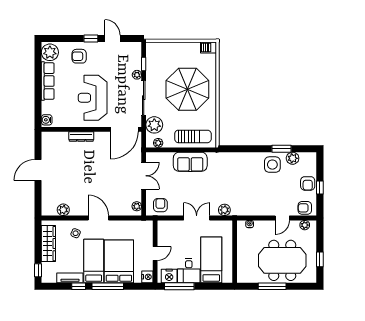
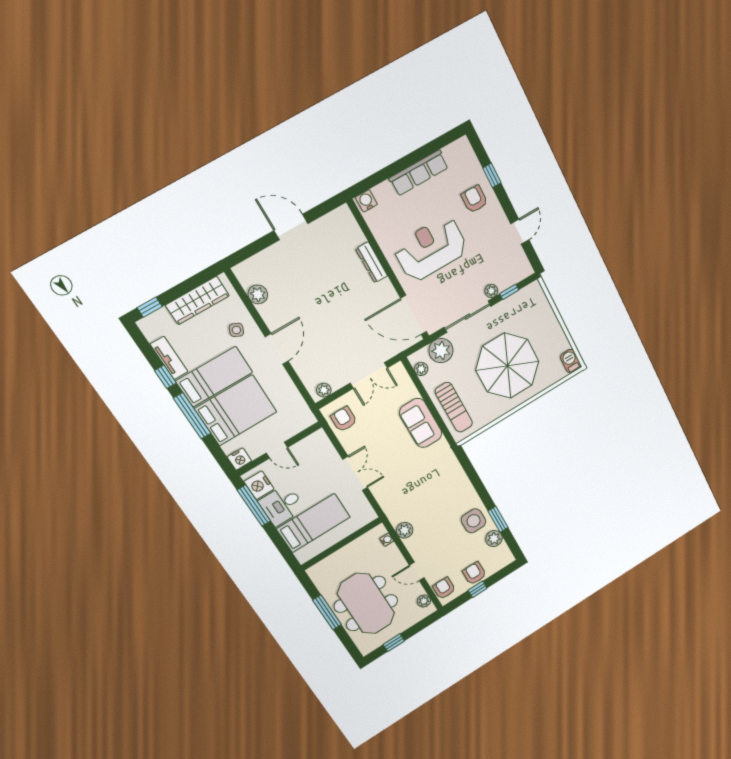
window: (91, 38) -> (492, 175), moved
plant: (50, 52) -> (458, 154), removed
armchair: (308, 183) -> (474, 573), turned 90
armchair: (160, 205) -> (344, 419), turned -90
plant: (224, 210) -> (405, 530), moved

